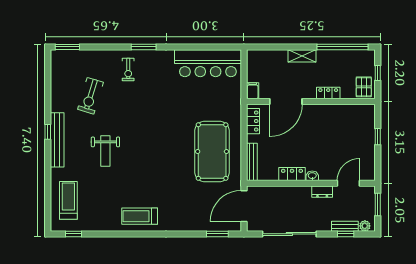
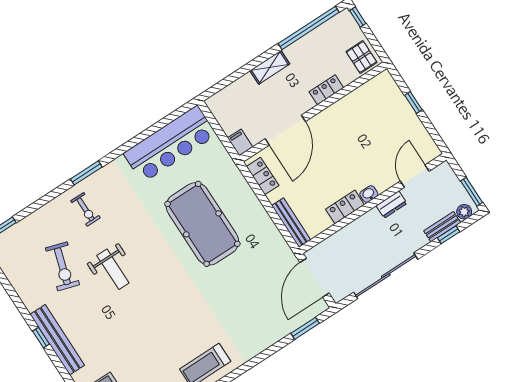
window: (378, 73) -> (358, 17), moved
weight bench: (105, 151) -> (113, 269), moved
pool table: (212, 152) -> (202, 224), moved
window: (378, 204) -> (472, 192), moved

